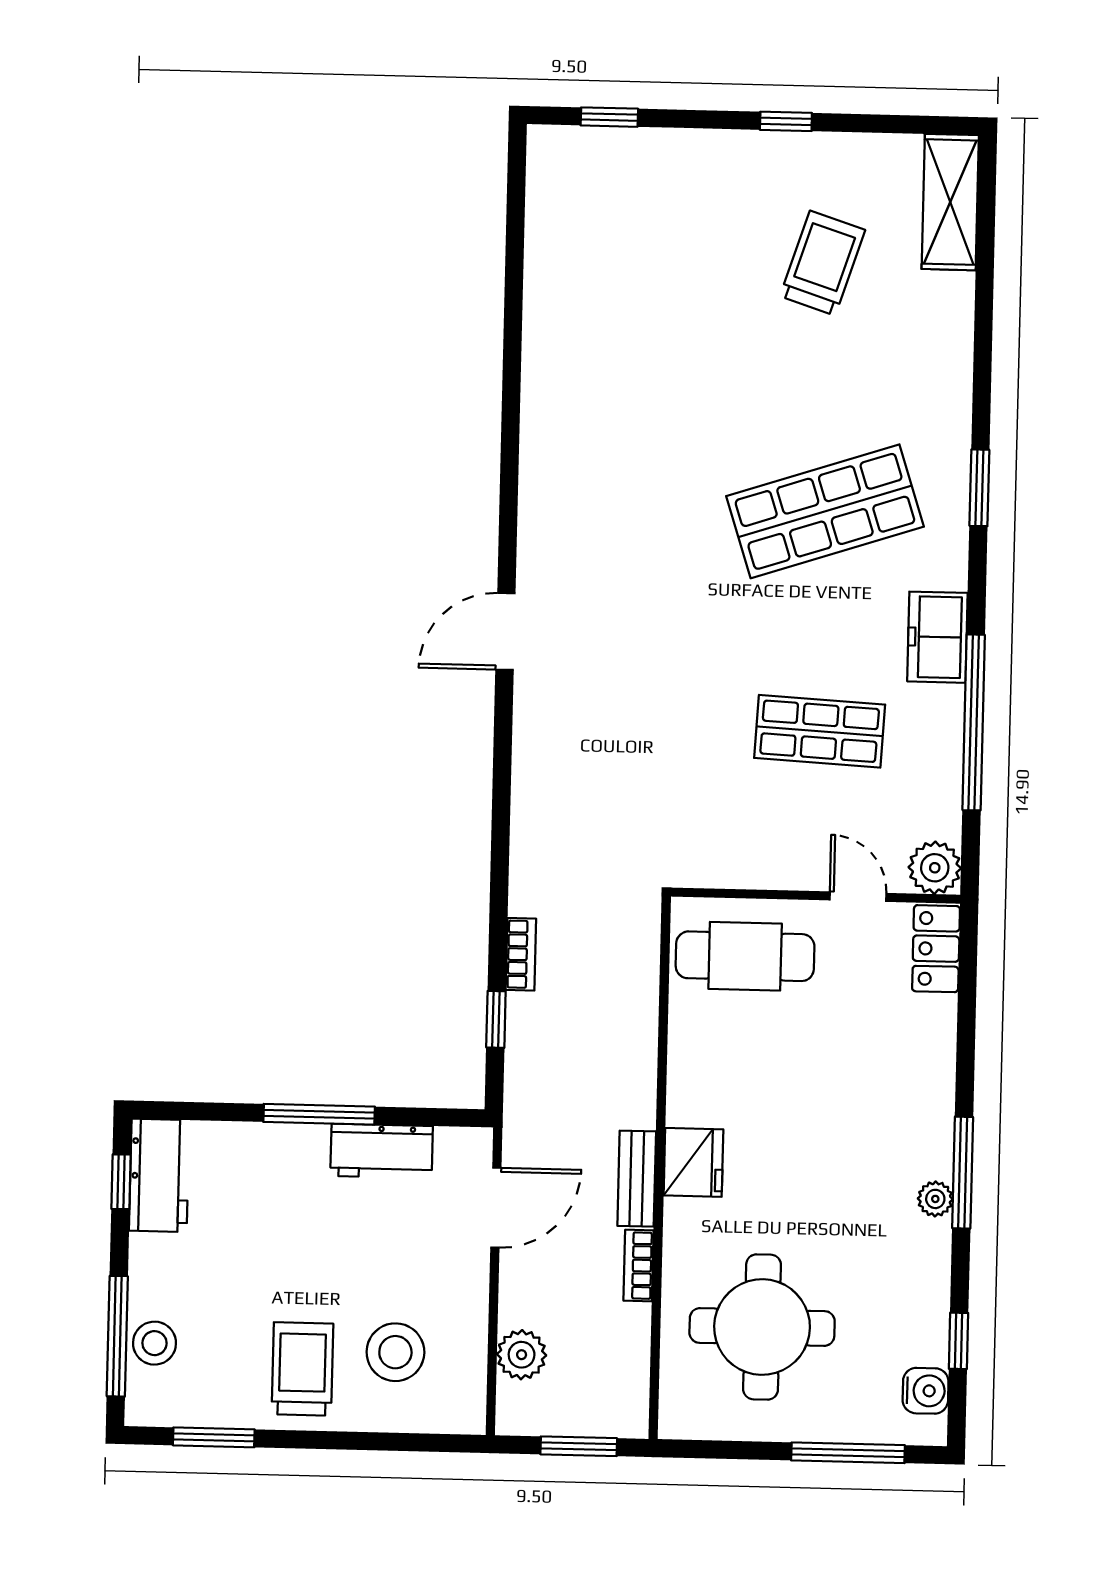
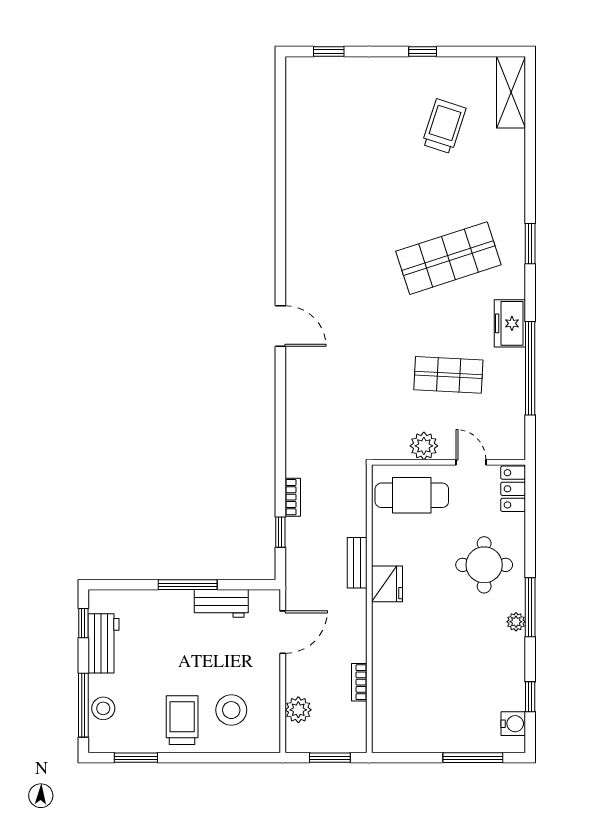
door: (505, 631) -> (280, 326), swing flipped
plant: (935, 868) -> (424, 446), moved
fridge: (693, 1162) -> (387, 584), moved
workbench: (159, 1175) -> (104, 643), moved
bench: (637, 1179) -> (357, 563), moved
bookcase: (639, 1266) -> (359, 682), moved
round table: (762, 1327) -> (484, 565), moved, width x0.73, depth x0.73

